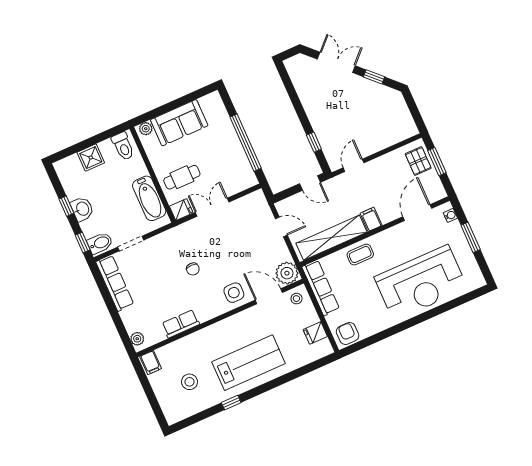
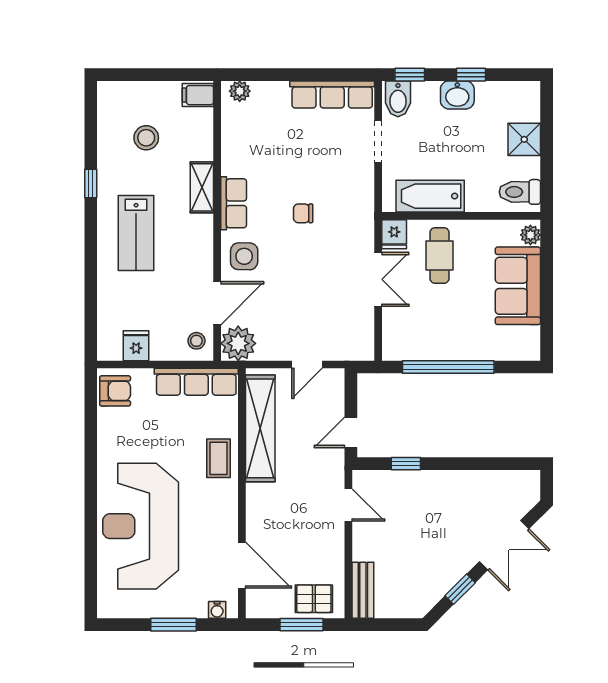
bench: (400, 134) -> (363, 590), added
filing cabinet: (371, 219) -> (261, 496), removed
row of seats: (181, 324) -> (234, 203), moved
shelving: (204, 336) -> (202, 187), added
lab bench: (249, 363) -> (136, 233), width x0.73, depth x0.72

